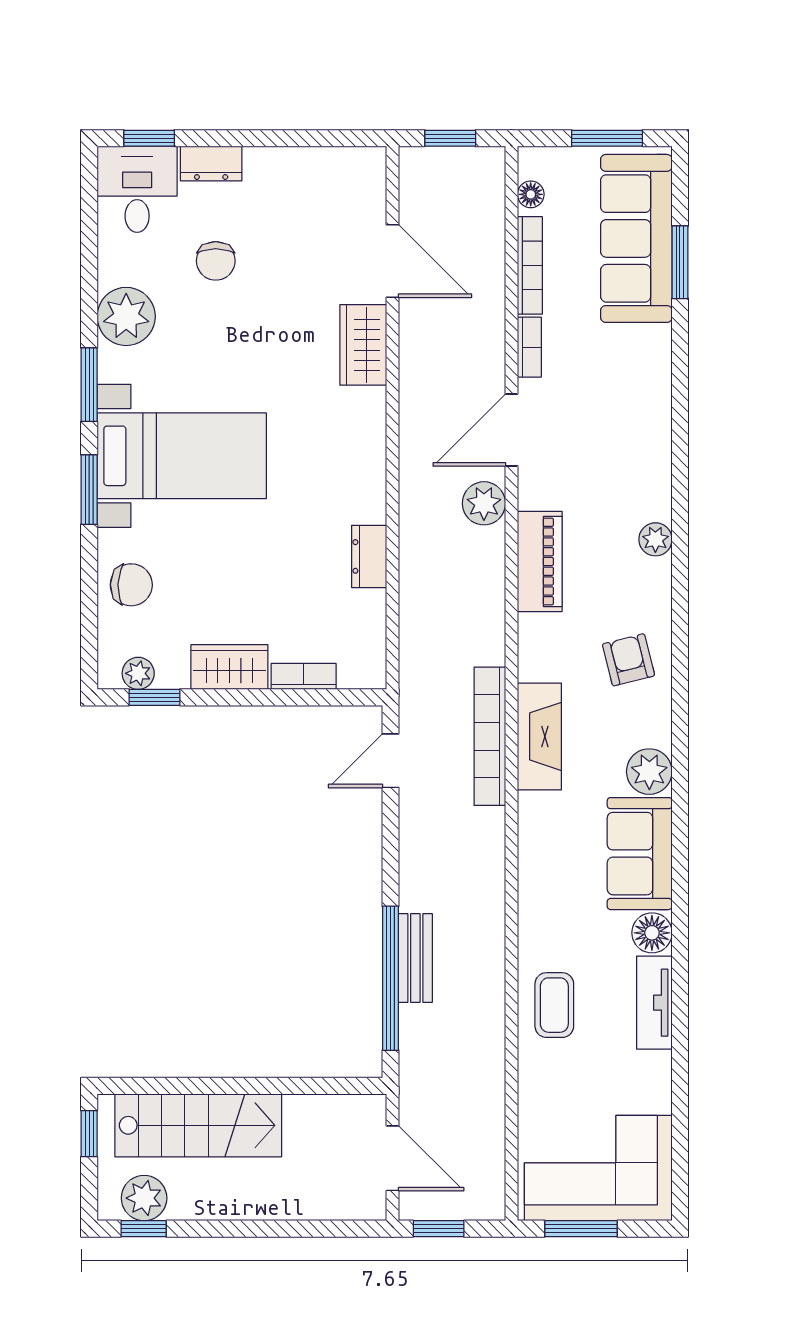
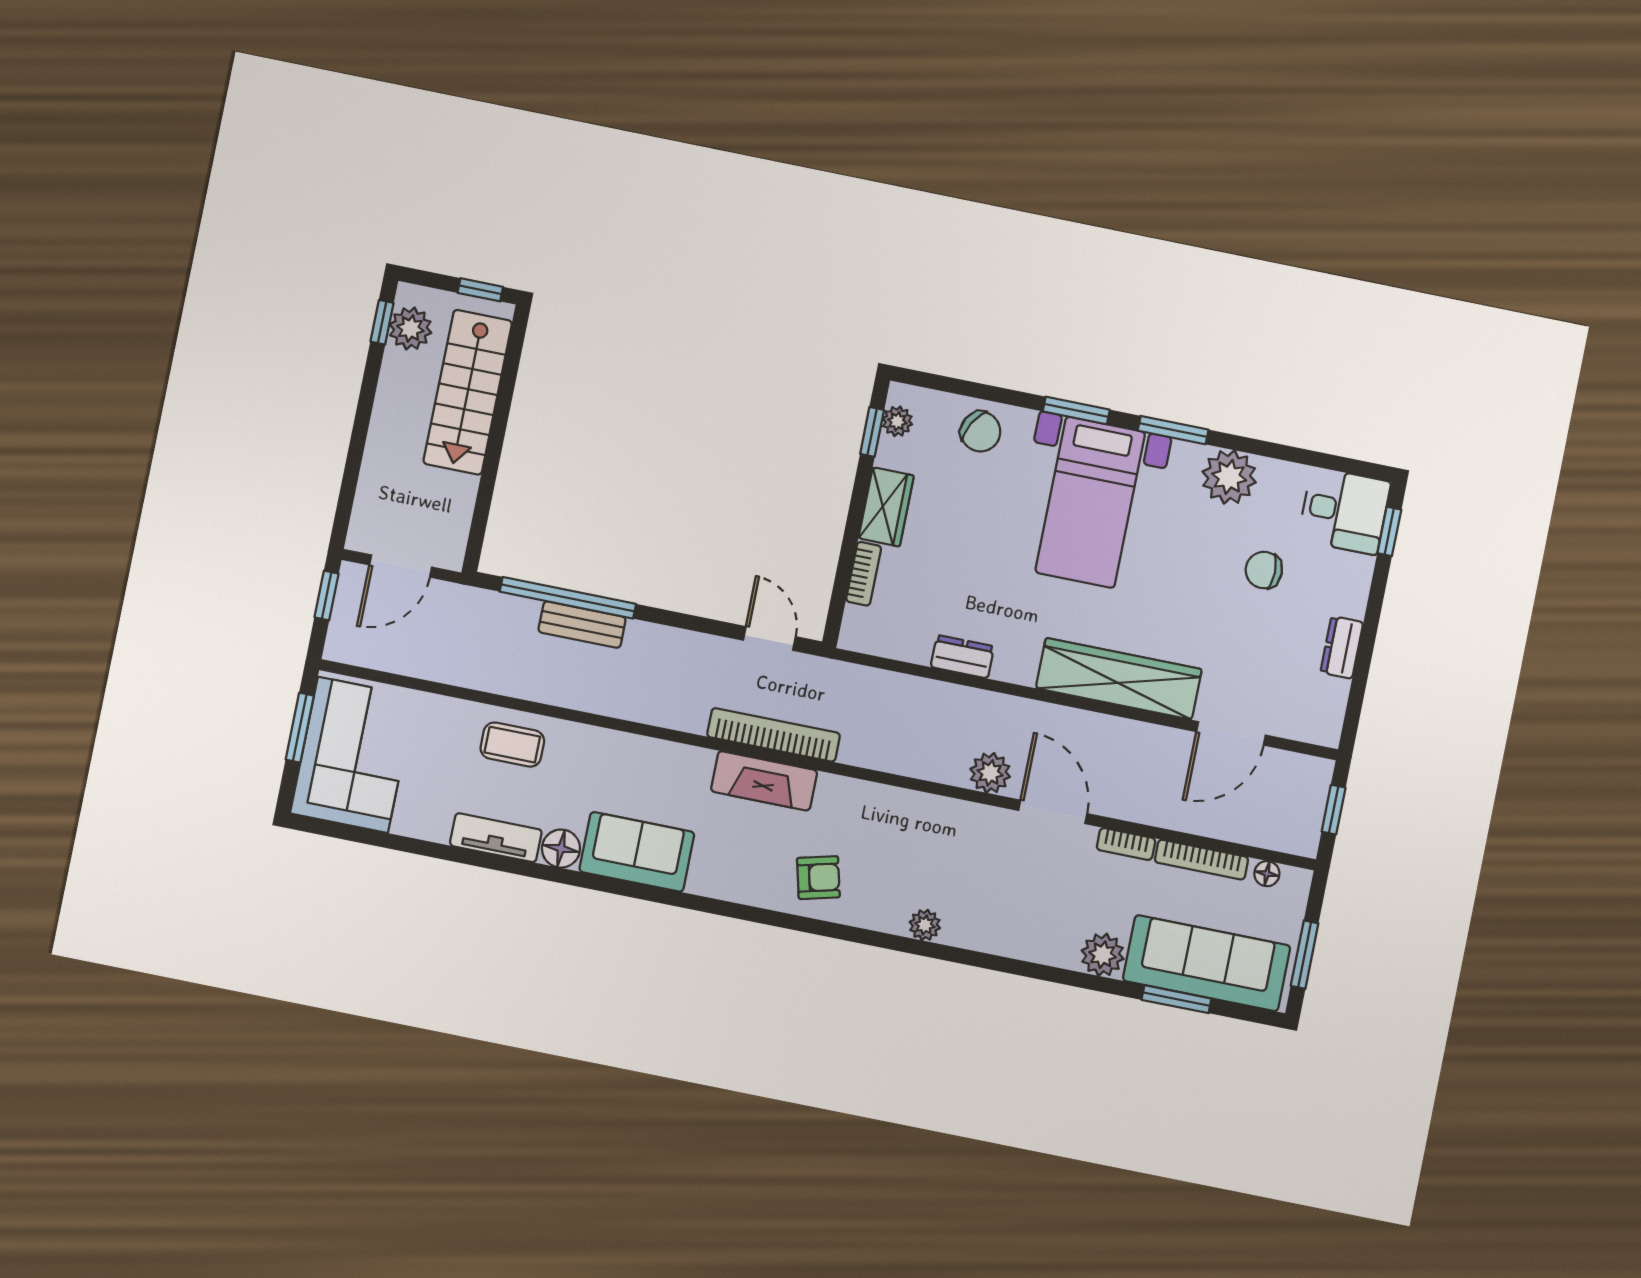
dresser: (211, 163) -> (1342, 647), moved
wardrobe: (363, 345) -> (1119, 679), width x2.10, depth x1.17
piano: (540, 561) -> (926, 814), removed
chair: (131, 585) -> (980, 432), turned -63
plant: (649, 772) -> (1103, 955), moved

